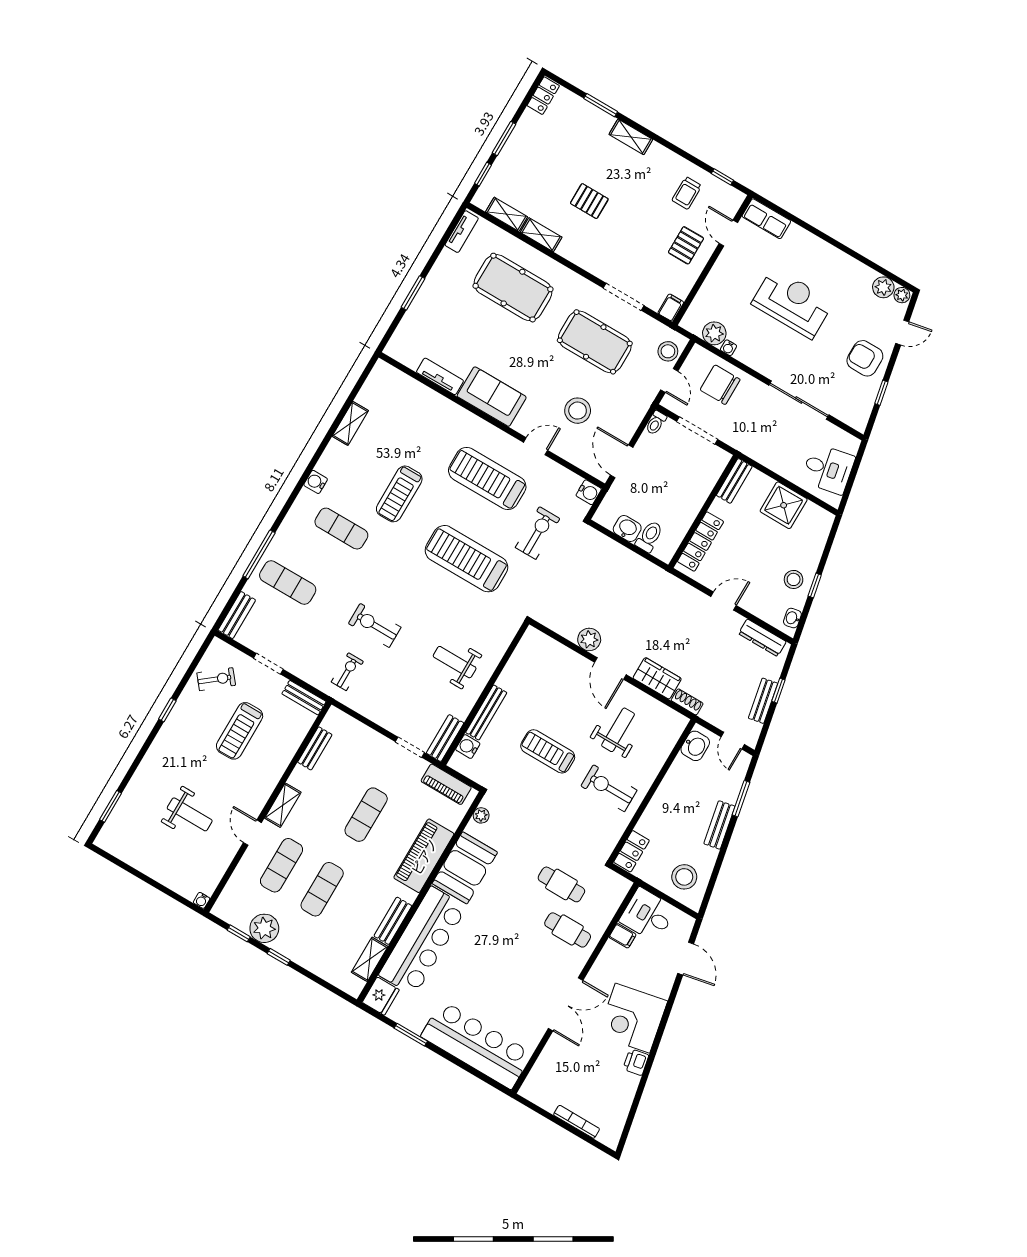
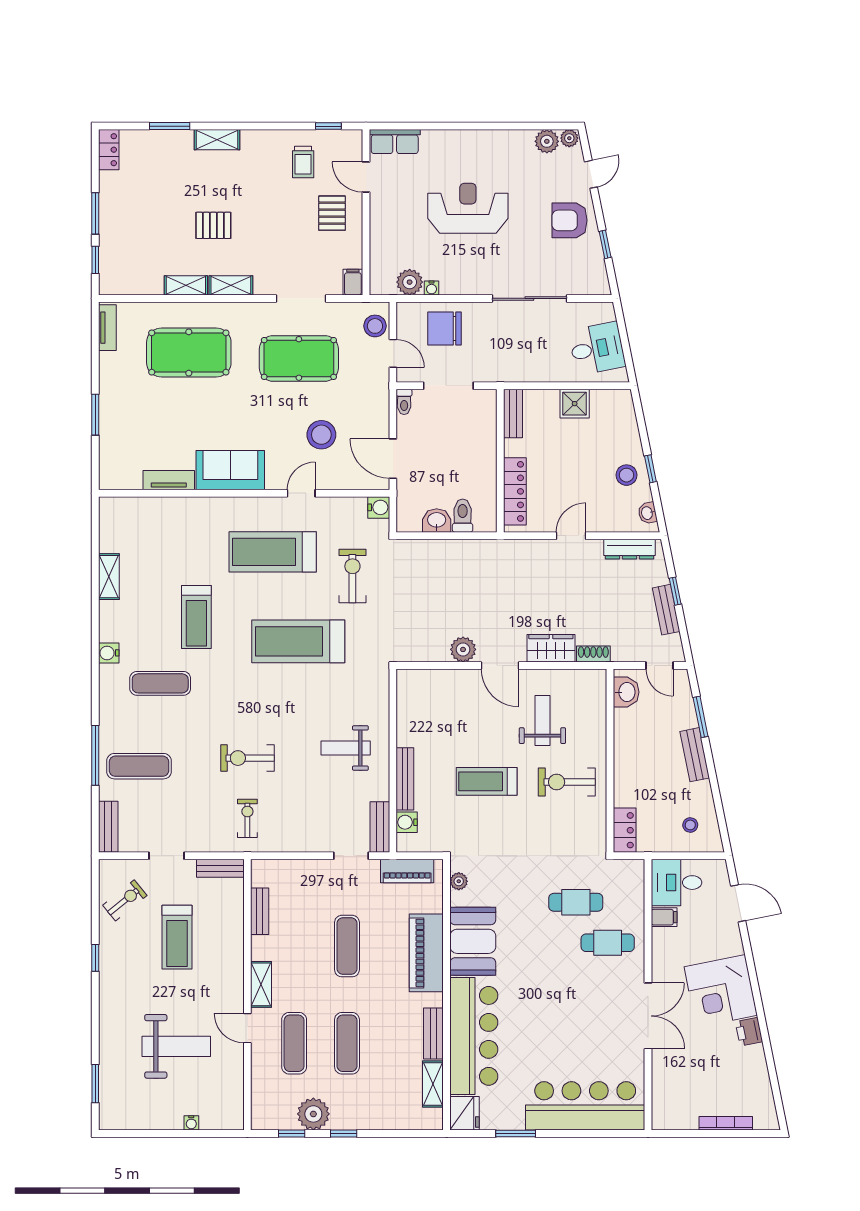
shelving: (507, 214) -> (231, 285), moved
shower: (784, 505) -> (575, 404), width x0.73, depth x0.73
weight bench: (190, 814) -> (176, 1046), width x1.36, depth x1.33
stool: (684, 877) -> (690, 825), width x0.53, depth x0.53
water cooler: (202, 900) -> (191, 1123), moved

